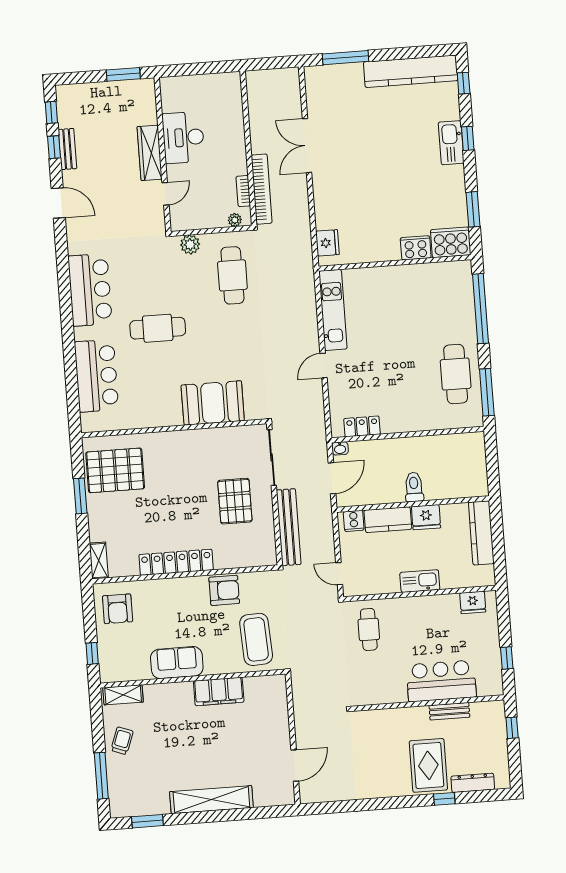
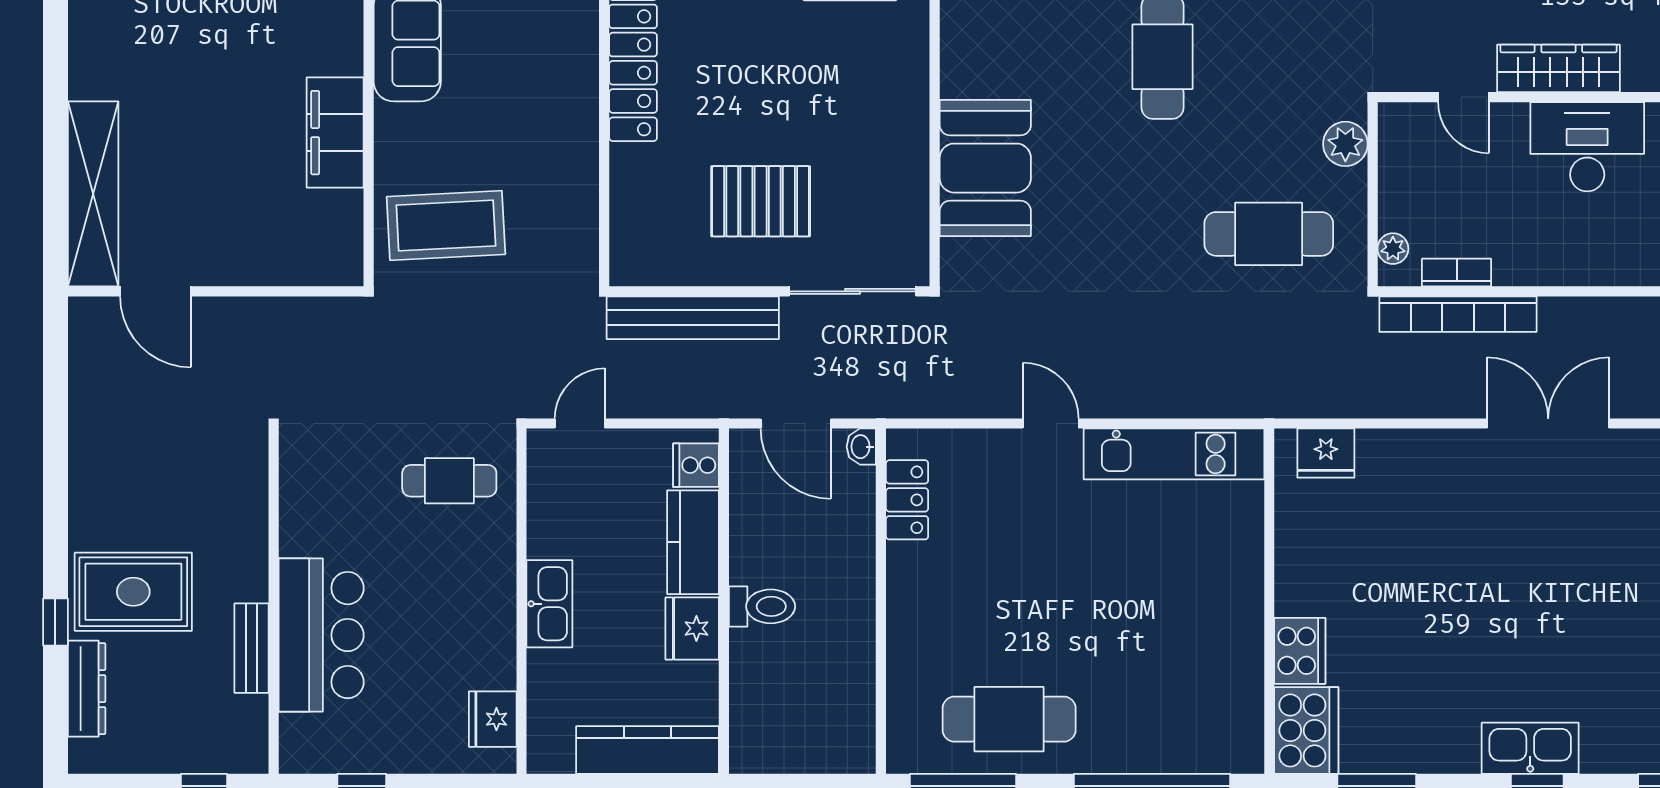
armchair: (224, 590) -> (562, 162), removed
shelving: (211, 800) -> (93, 194), moved

